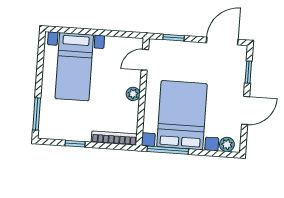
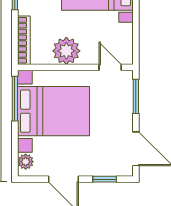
window: (174, 38) -> (136, 96), width x1.50
plant: (133, 94) -> (66, 51), width x1.88, depth x1.88

